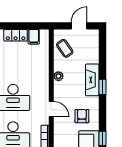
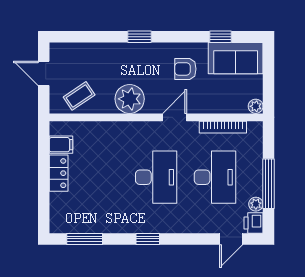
plant: (58, 76) -> (130, 99), width x1.88, depth x1.88
fireplace: (92, 80) -> (129, 53), removed

